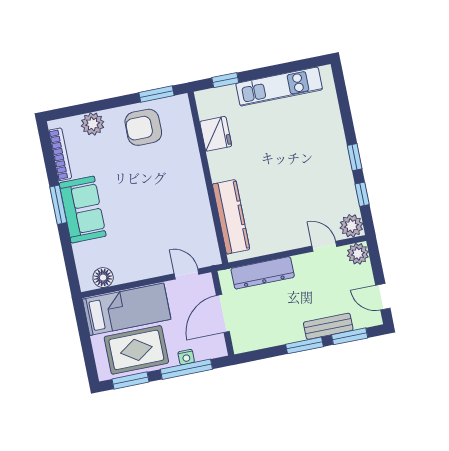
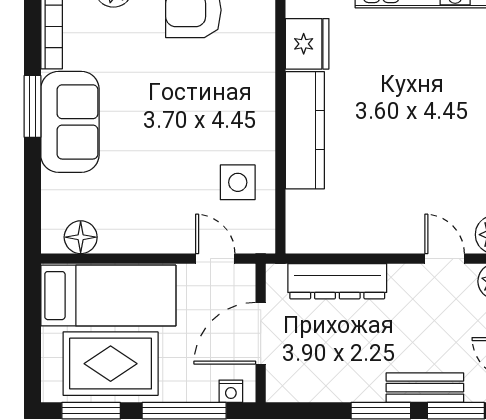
kitchen counter: (231, 217) -> (305, 130), moved
side table: (191, 225) -> (238, 182), added
nightstand: (186, 357) -> (231, 391), moved

